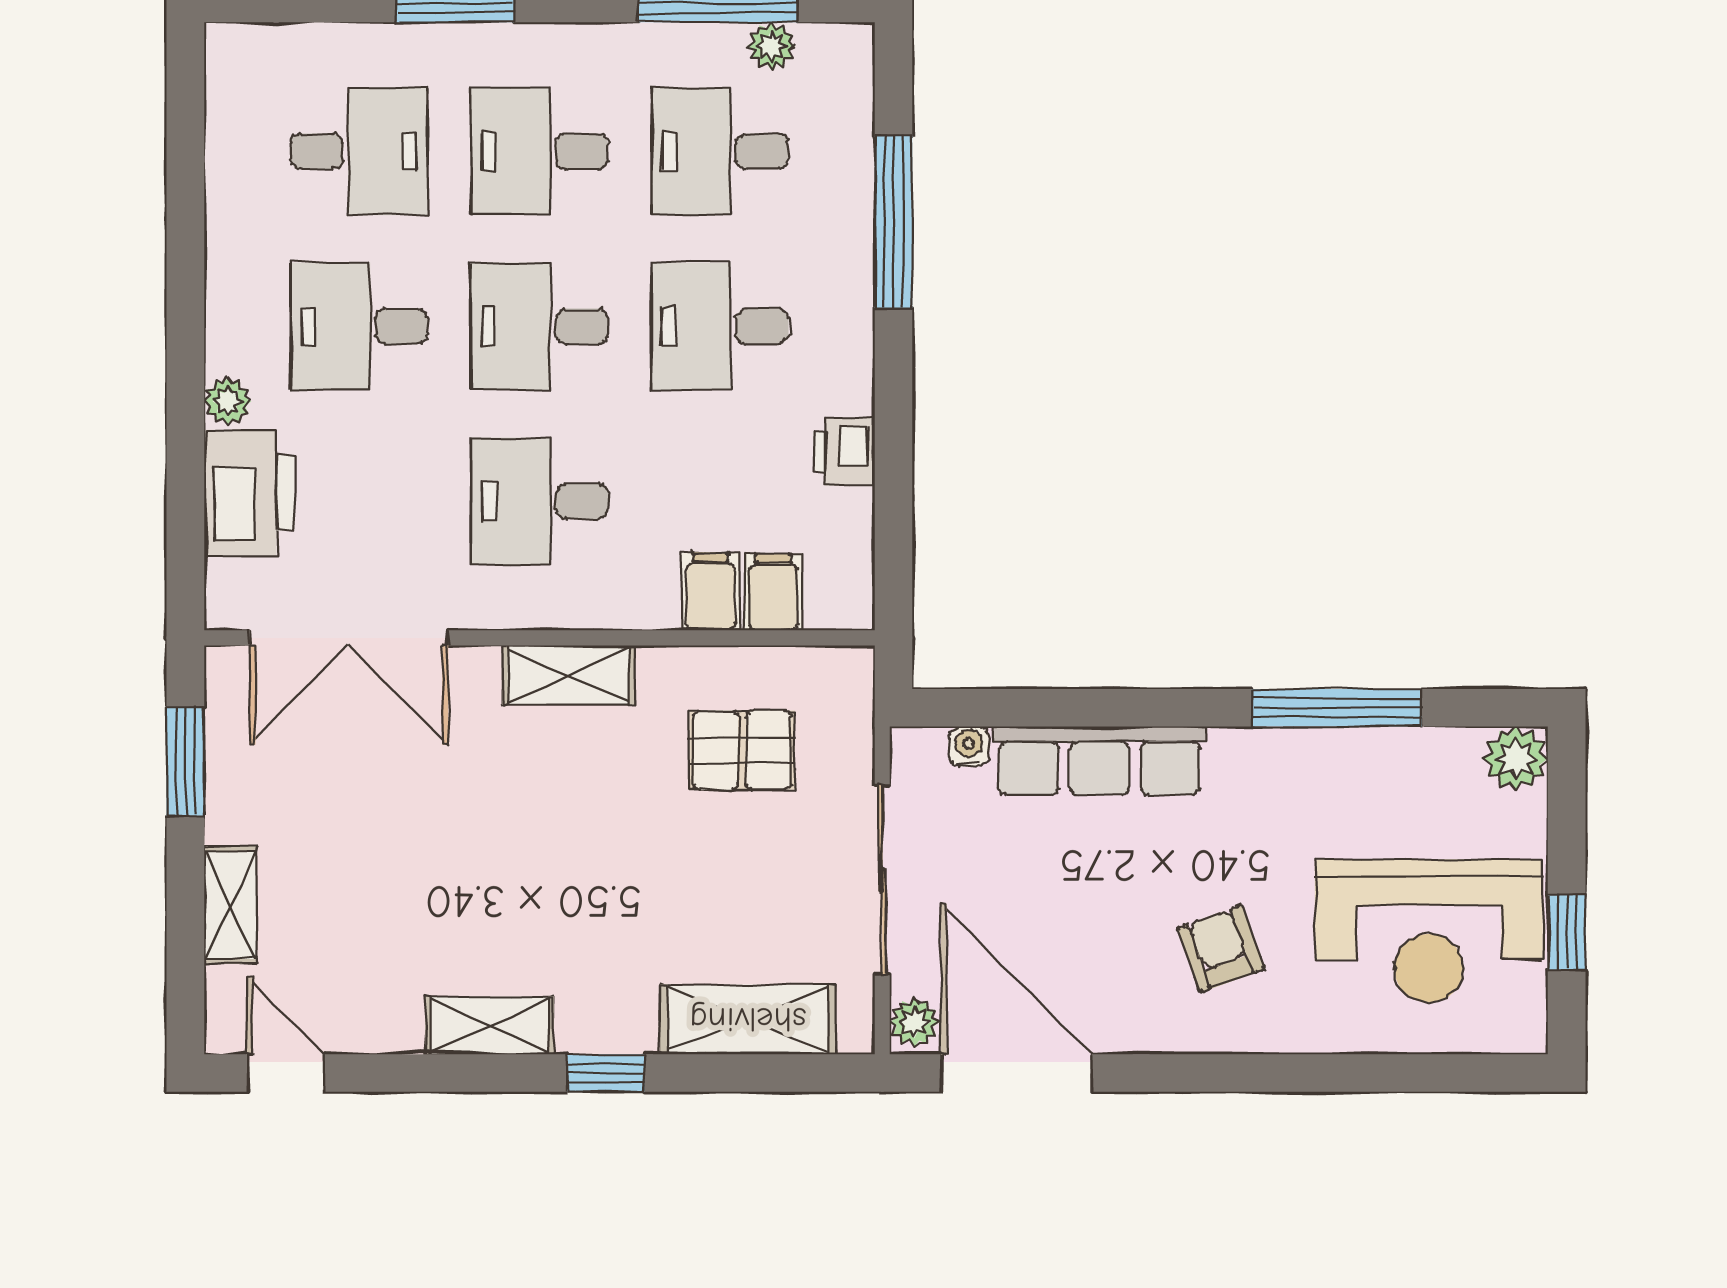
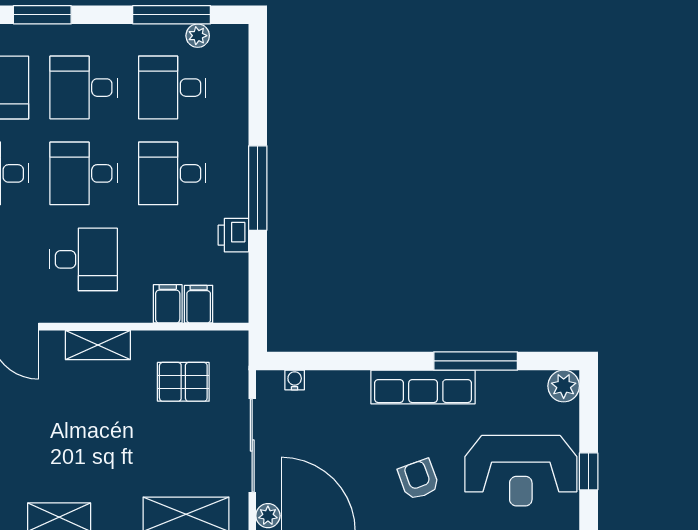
window: (893, 222) -> (258, 188), moved
desk: (539, 501) -> (84, 259), turned 180
row of seats: (1099, 761) -> (423, 387), moved

